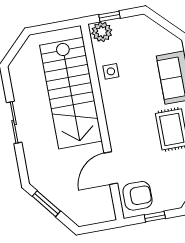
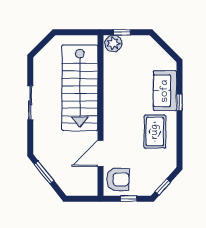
side table: (111, 71) -> (115, 76), removed

